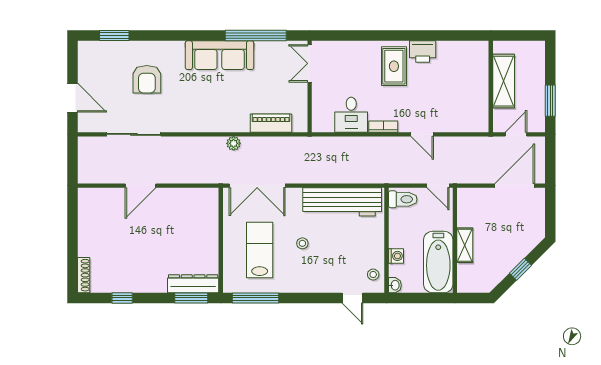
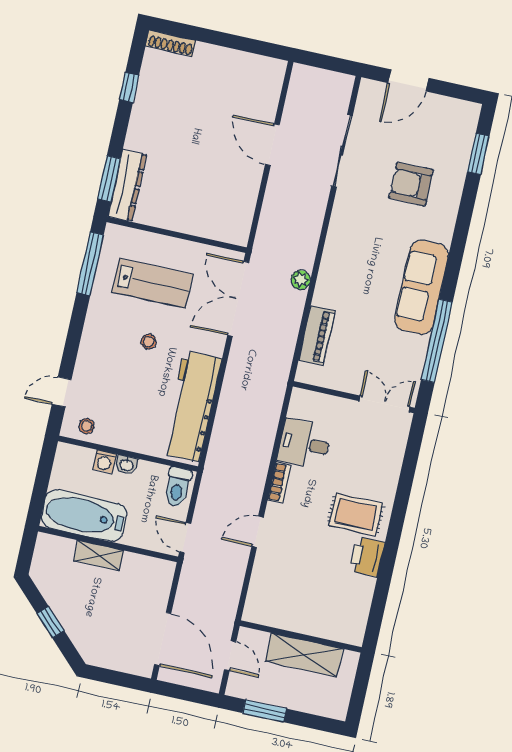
door: (438, 186) -> (185, 538), hinge flipped
washbasin: (395, 285) -> (127, 465), moved

